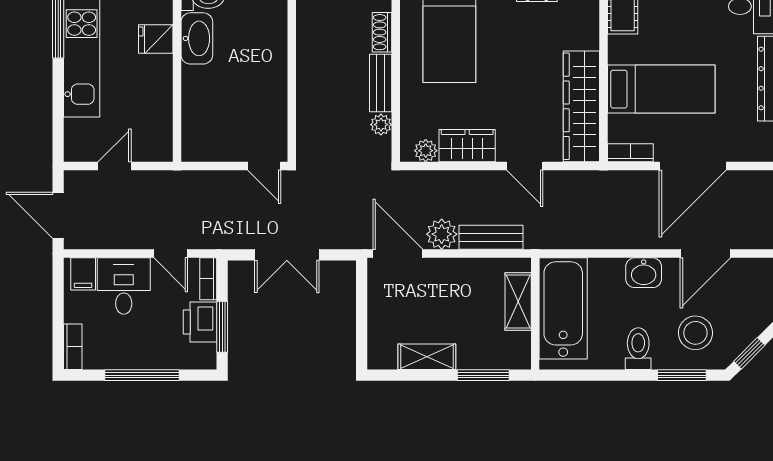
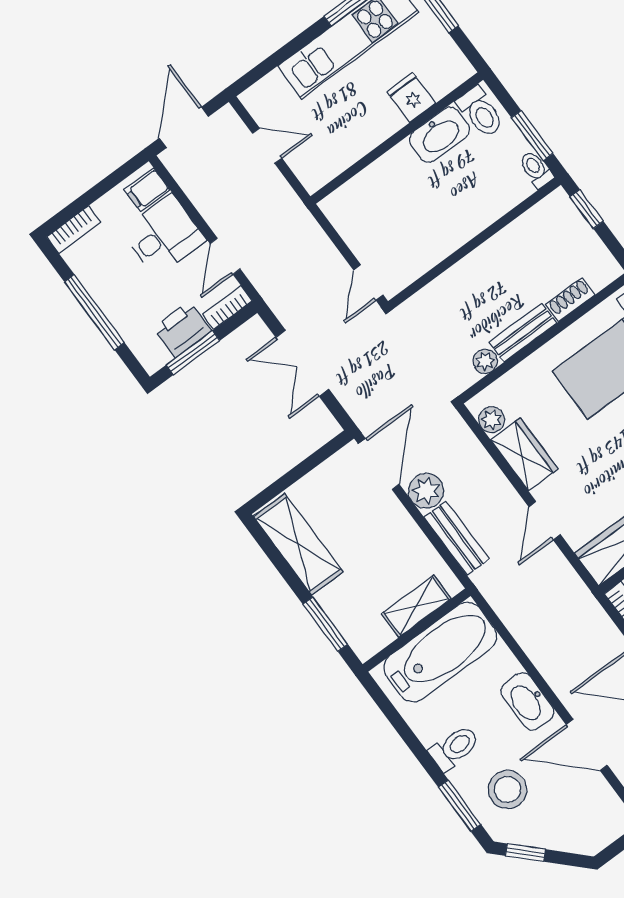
washbasin: (644, 273) -> (527, 701), width x1.38
shelving: (427, 357) -> (298, 544), width x1.50, depth x1.33

